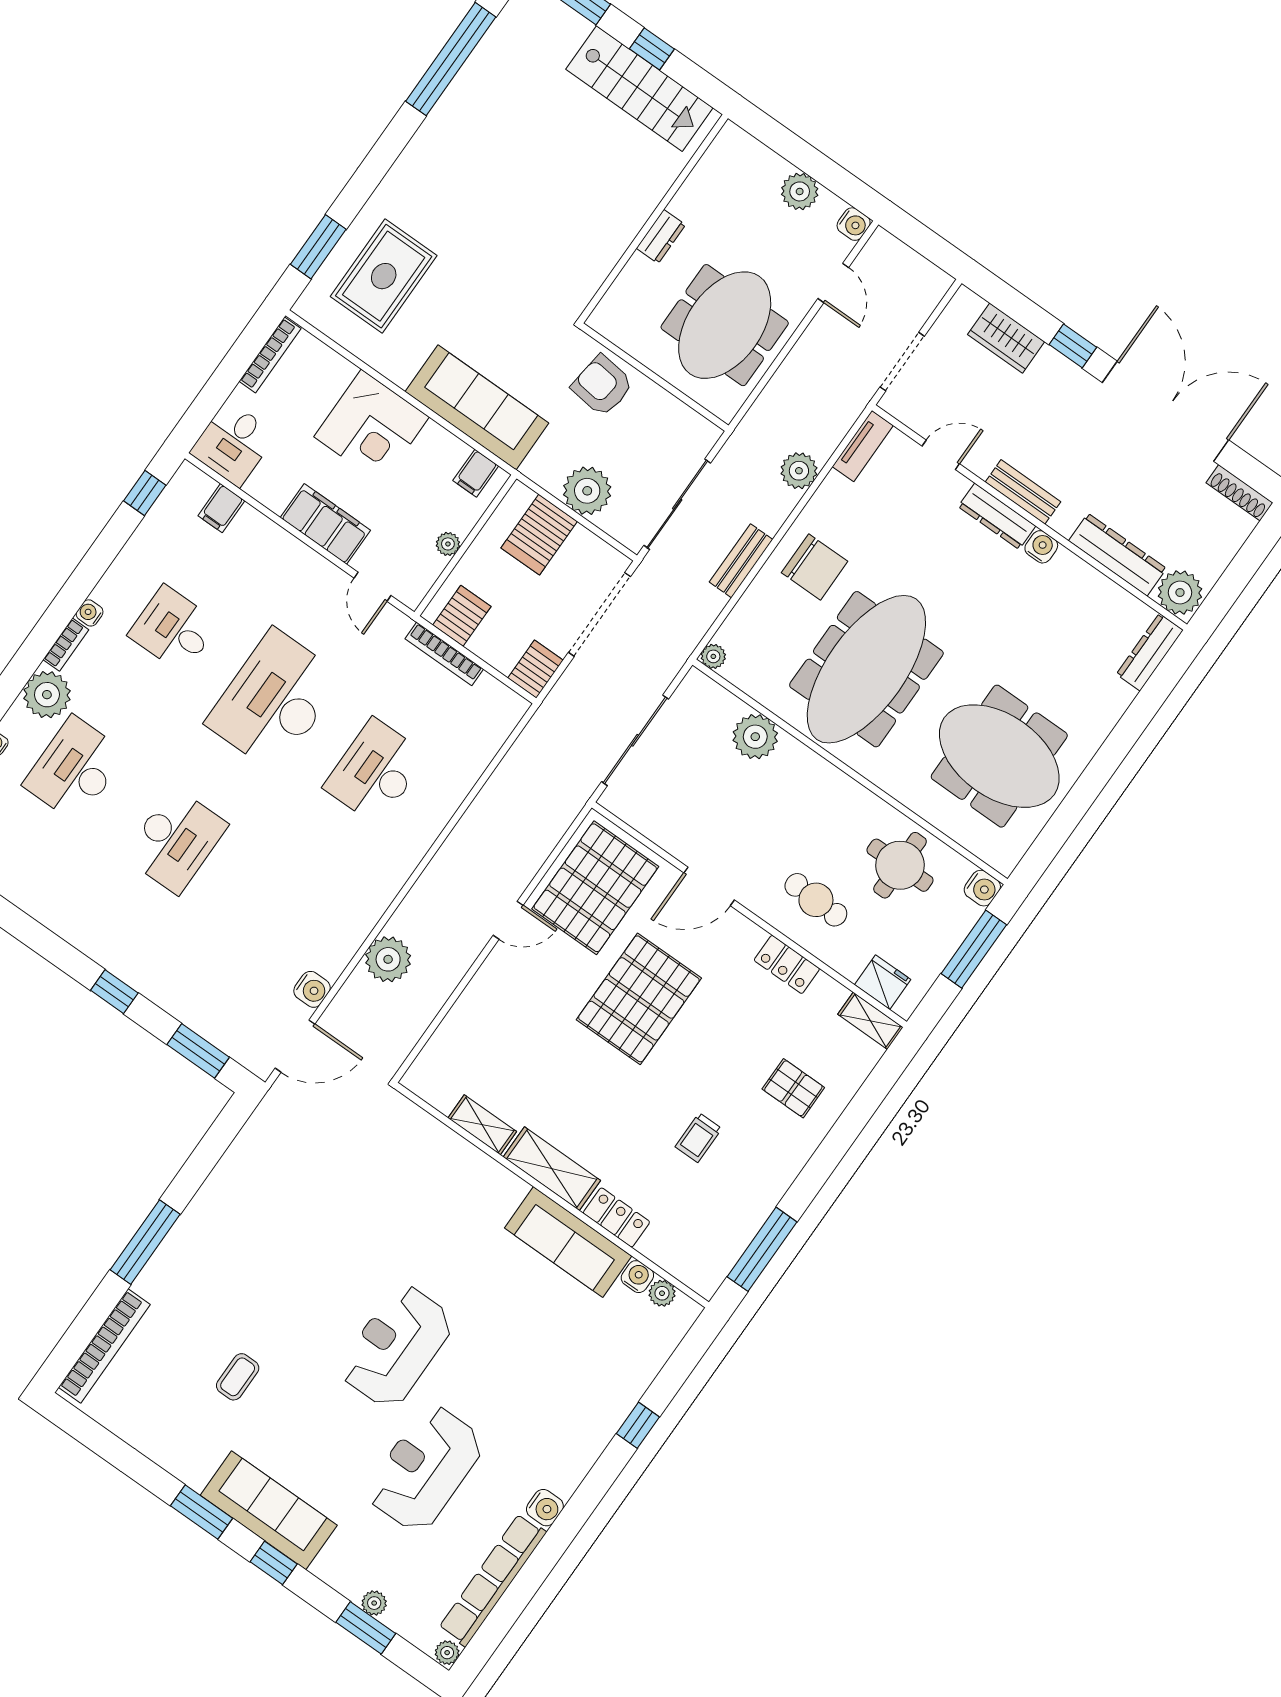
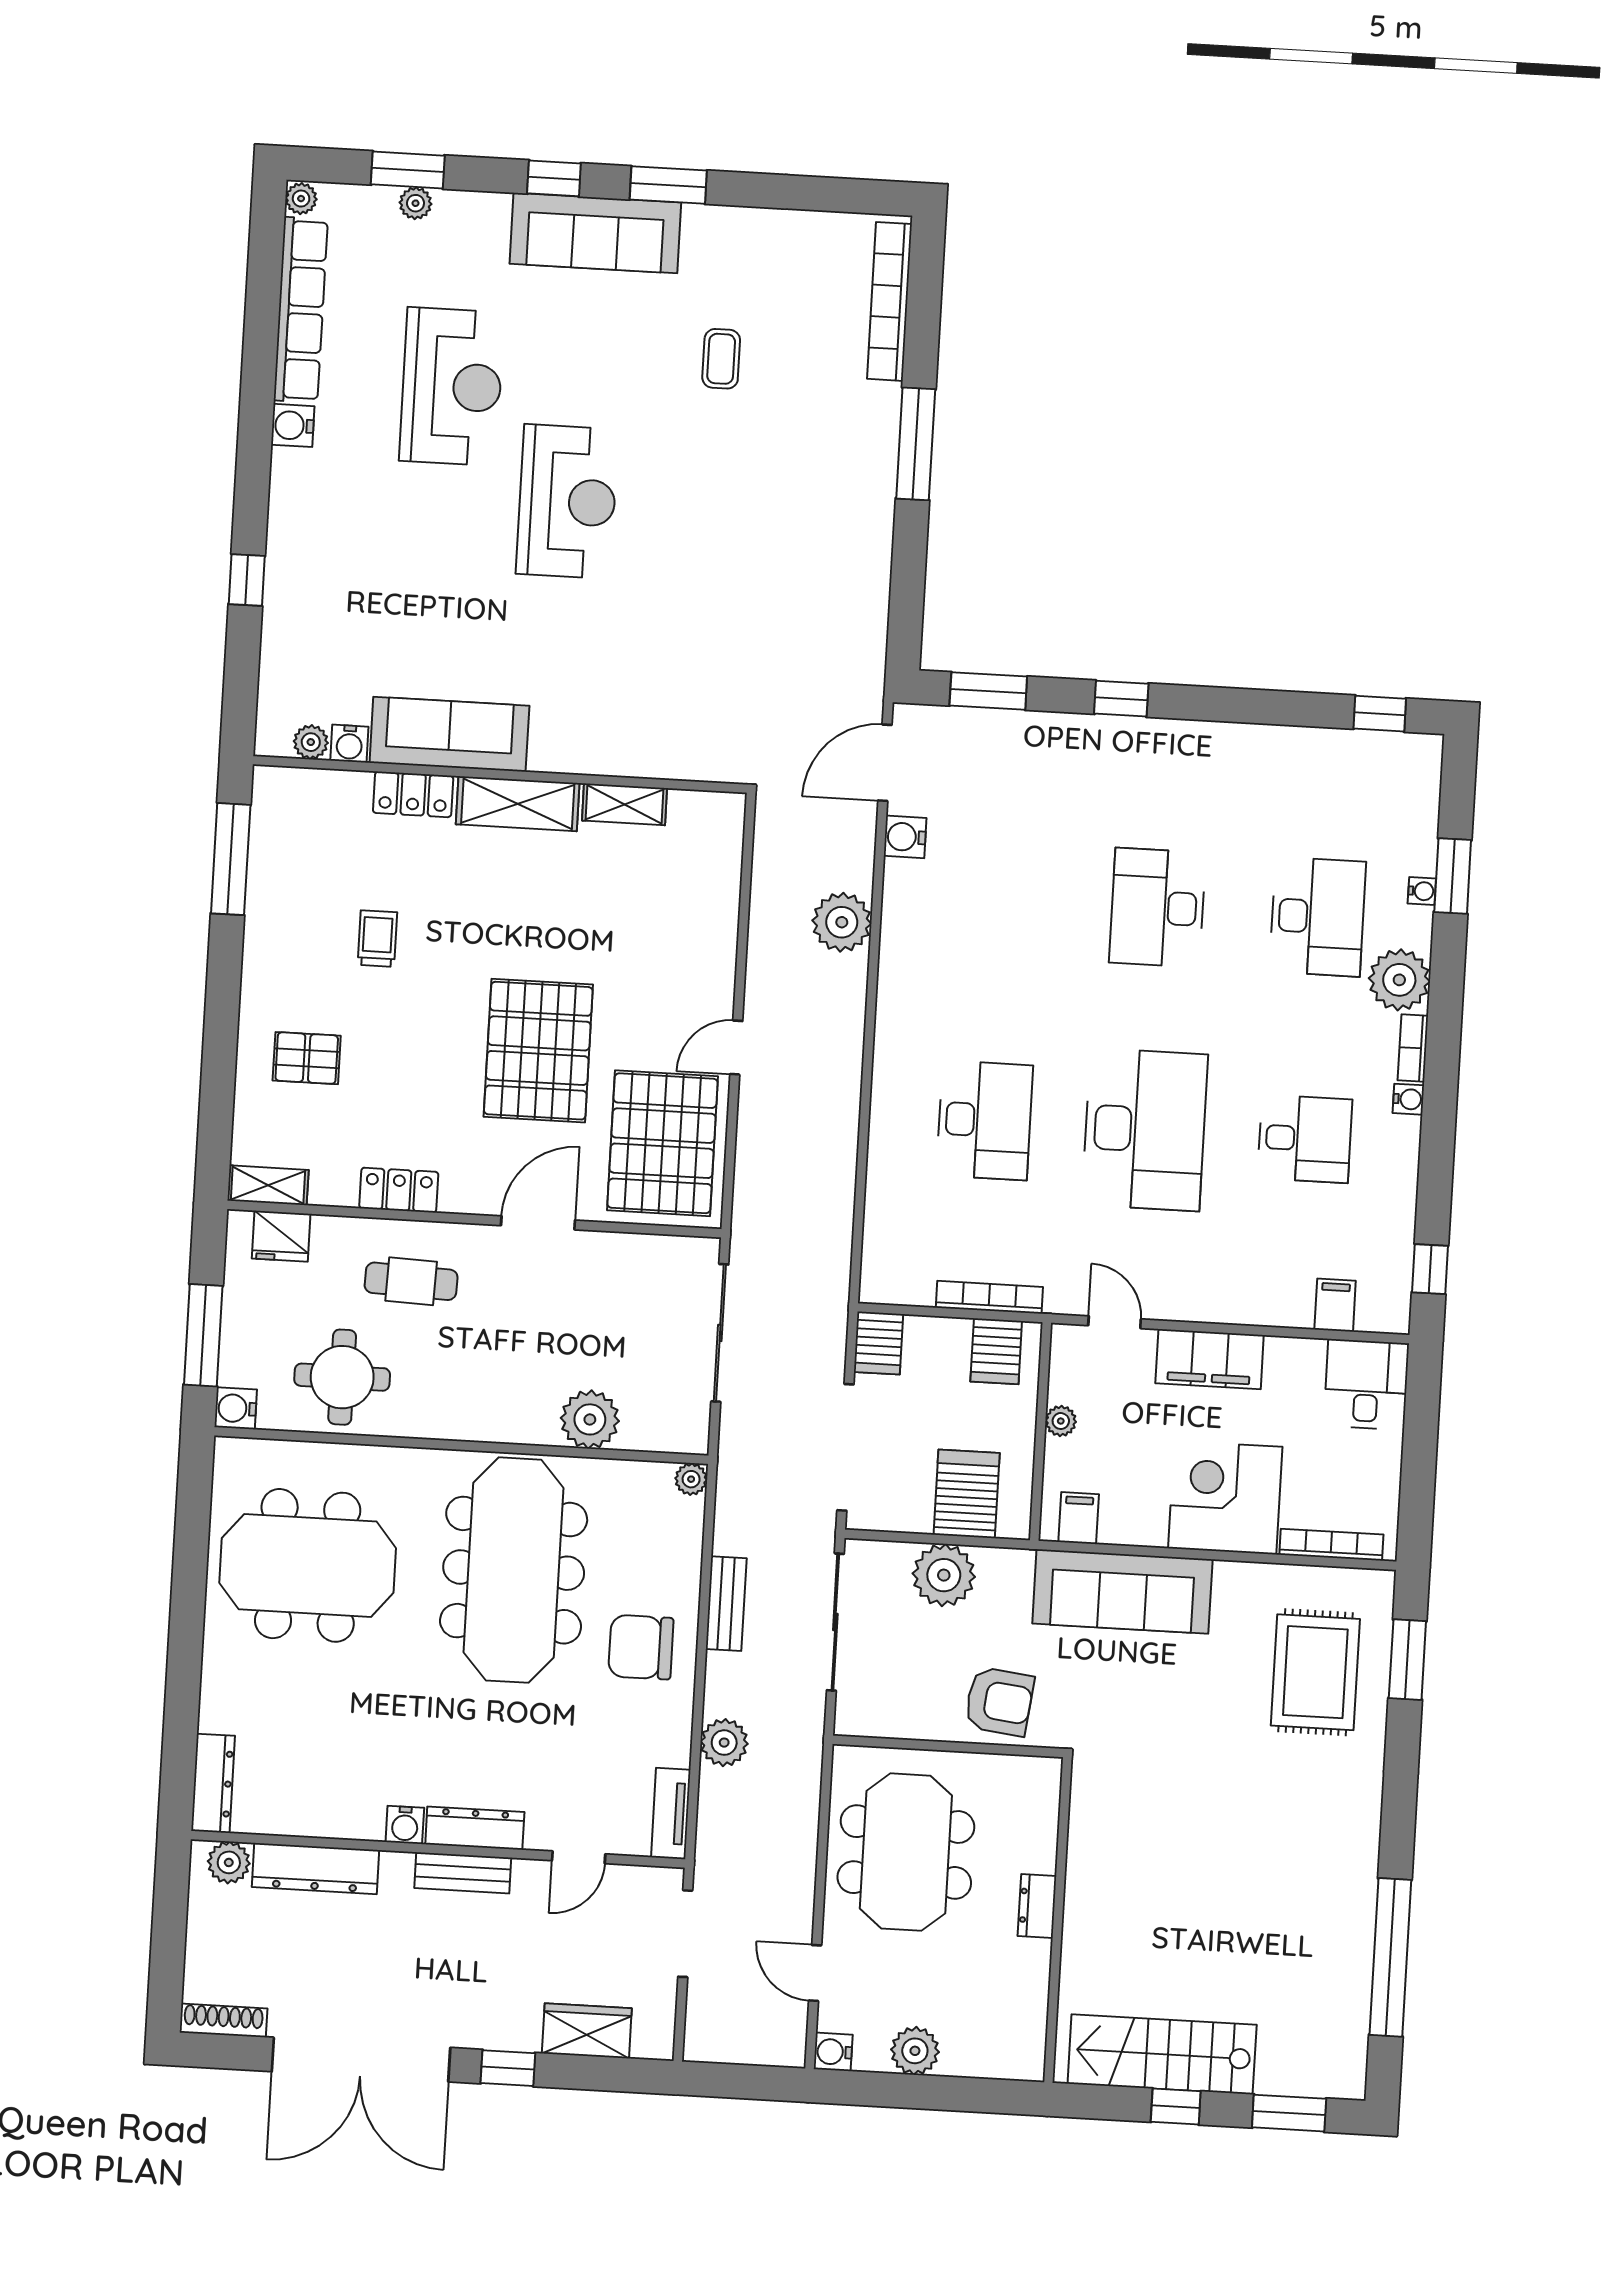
bookcase: (270, 355) -> (1331, 1545), moved, turned 90
plant: (1180, 593) -> (229, 1862), width x0.73, depth x0.73

